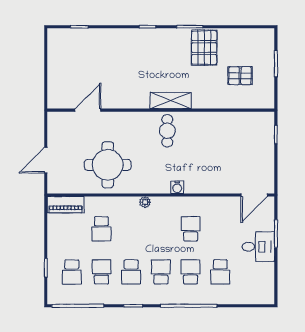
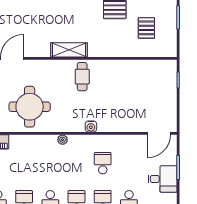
pallet: (240, 76) -> (146, 28), turned 90
shelving: (171, 100) -> (69, 50), moved
school desk: (101, 229) -> (24, 163), removed

